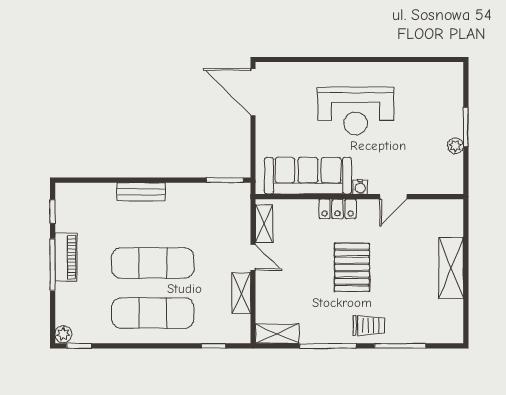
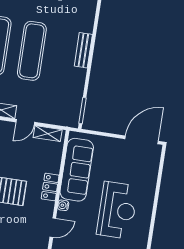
reception desk: (356, 111) -> (117, 210), turned 180
door: (393, 197) -> (53, 228), swing flipped

